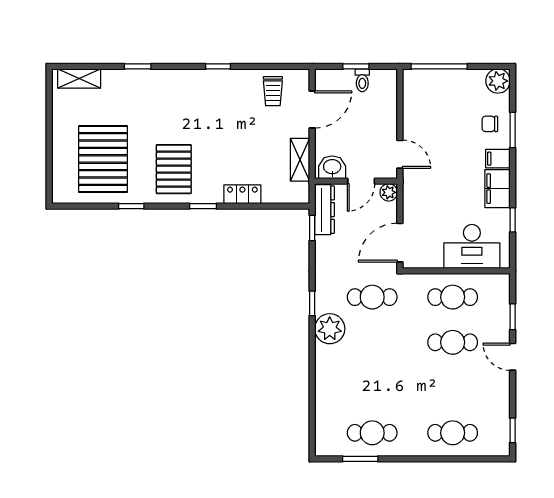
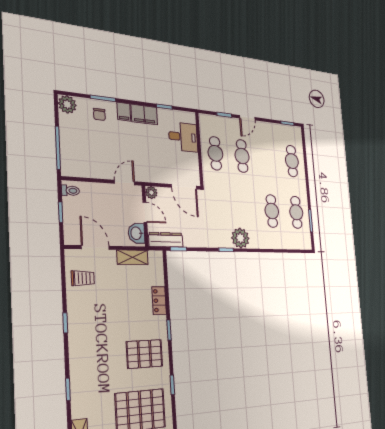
toilet: (362, 80) -> (70, 191), moved
desk: (472, 246) -> (183, 137), width x0.73
cafe table: (372, 297) -> (272, 211), moved

